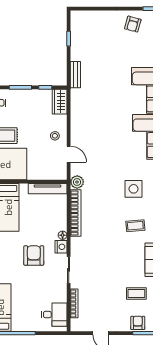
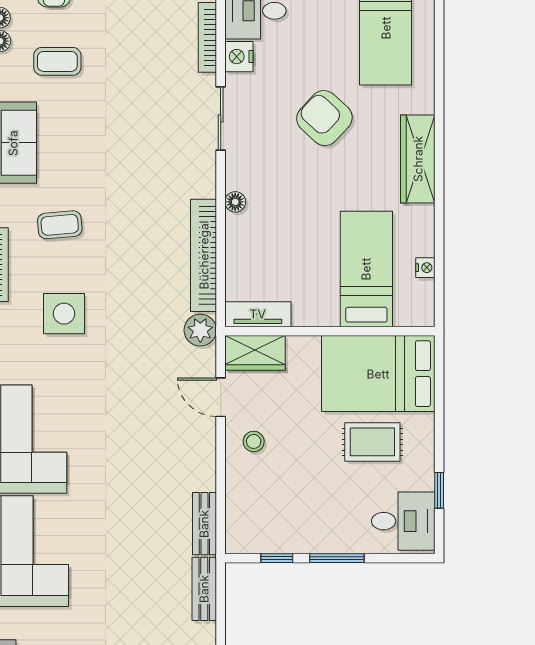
wardrobe: (60, 102) -> (255, 353), moved, turned 90
bench: (75, 102) -> (204, 524), added
tv unit: (48, 189) -> (258, 314), width x0.71
nightstand: (61, 247) -> (239, 57), moved
armchair: (34, 255) -> (324, 118), moved, turned 133

